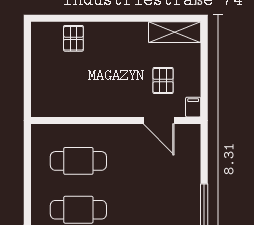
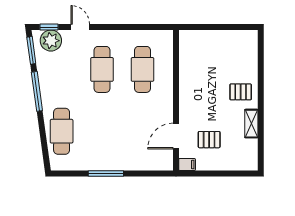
shelving: (175, 32) -> (251, 124), moved, width x0.67, depth x0.75
pallet: (73, 38) -> (241, 92), moved

